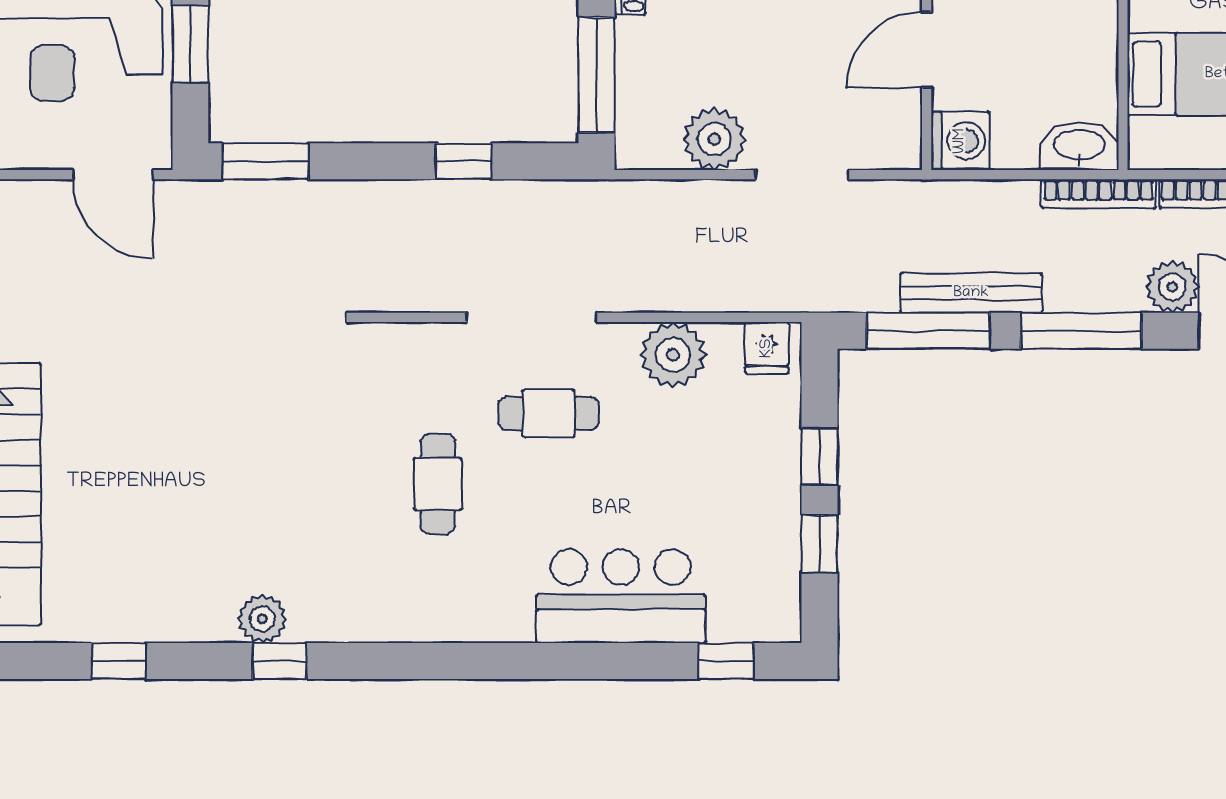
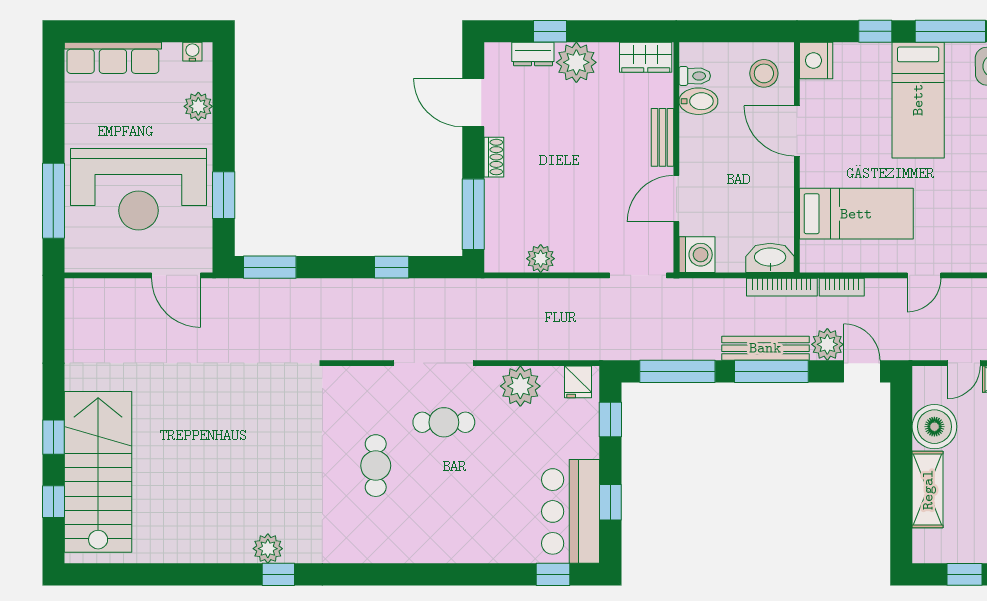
plant: (714, 139) -> (541, 259), width x0.73, depth x0.73
doorway: (802, 175) -> (638, 275), moved
bench: (971, 293) -> (765, 348), moved
window: (820, 457) -> (610, 419), moved
bar counter: (621, 596) -> (571, 511), moved, turned -90
window: (119, 661) -> (180, 574), removed

